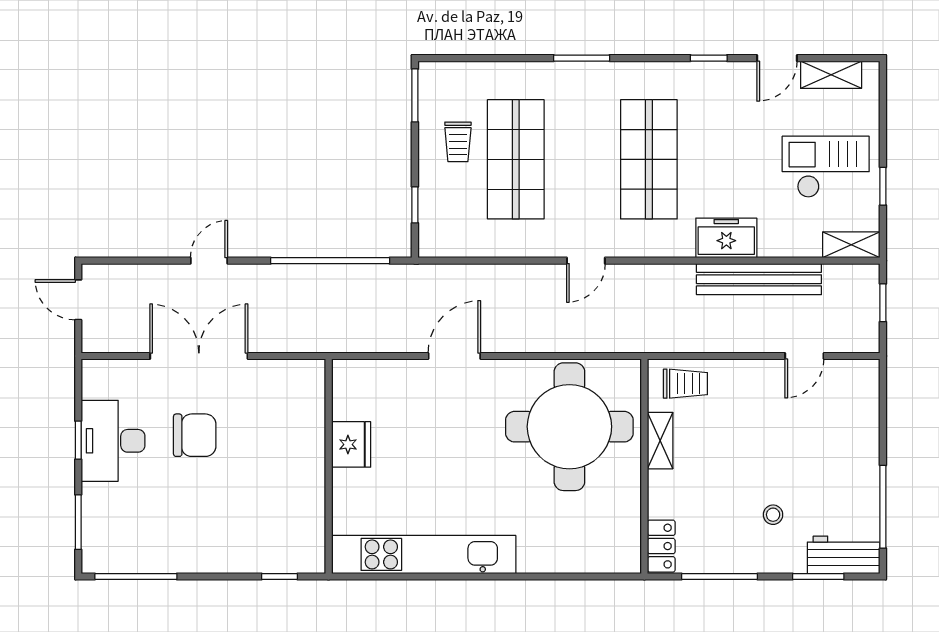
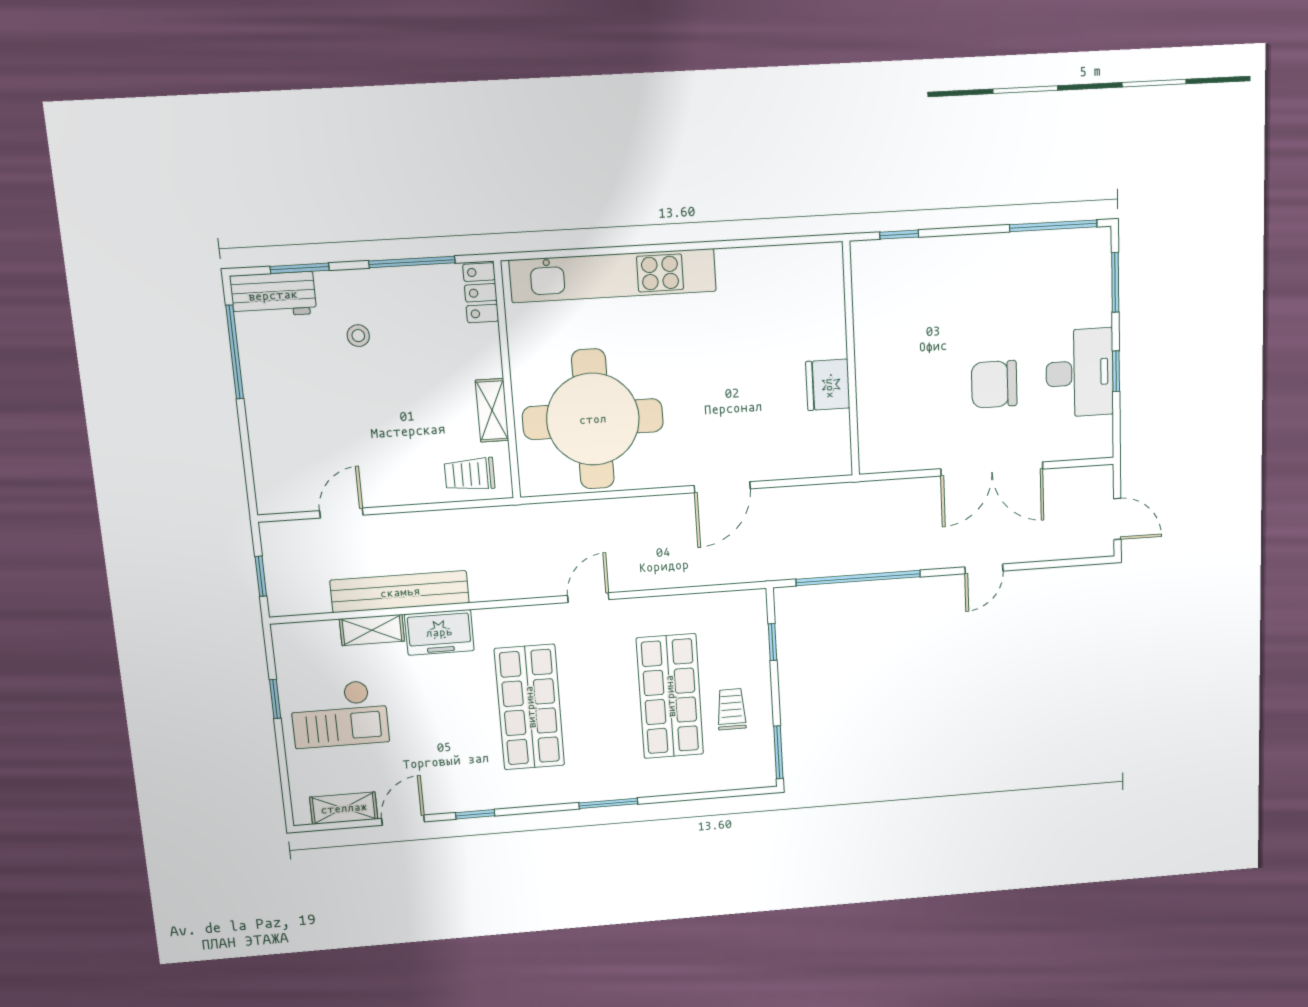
shelving: (851, 245) -> (372, 630), moved
kitchen unit: (424, 554) -> (613, 276), moved

